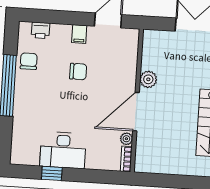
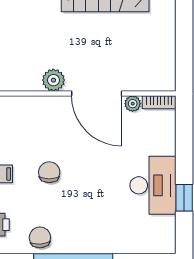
chair: (29, 61) -> (40, 237), turned 86

